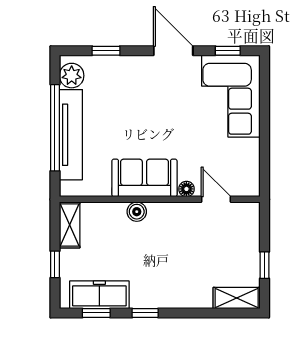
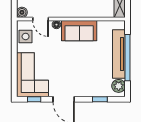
side table: (244, 167) -> (26, 36), added
boiler: (137, 212) -> (22, 12), moved

